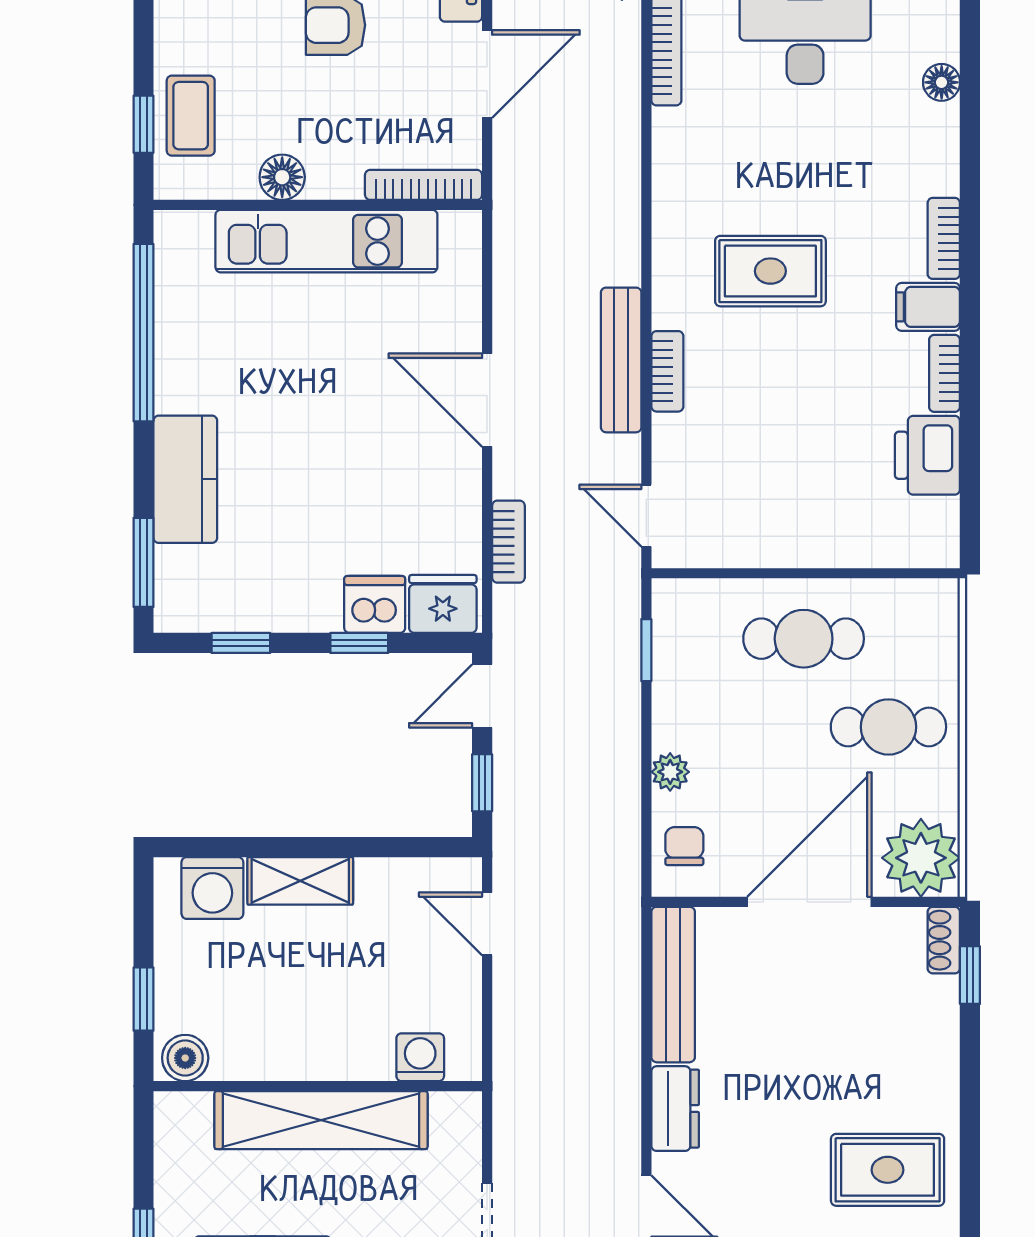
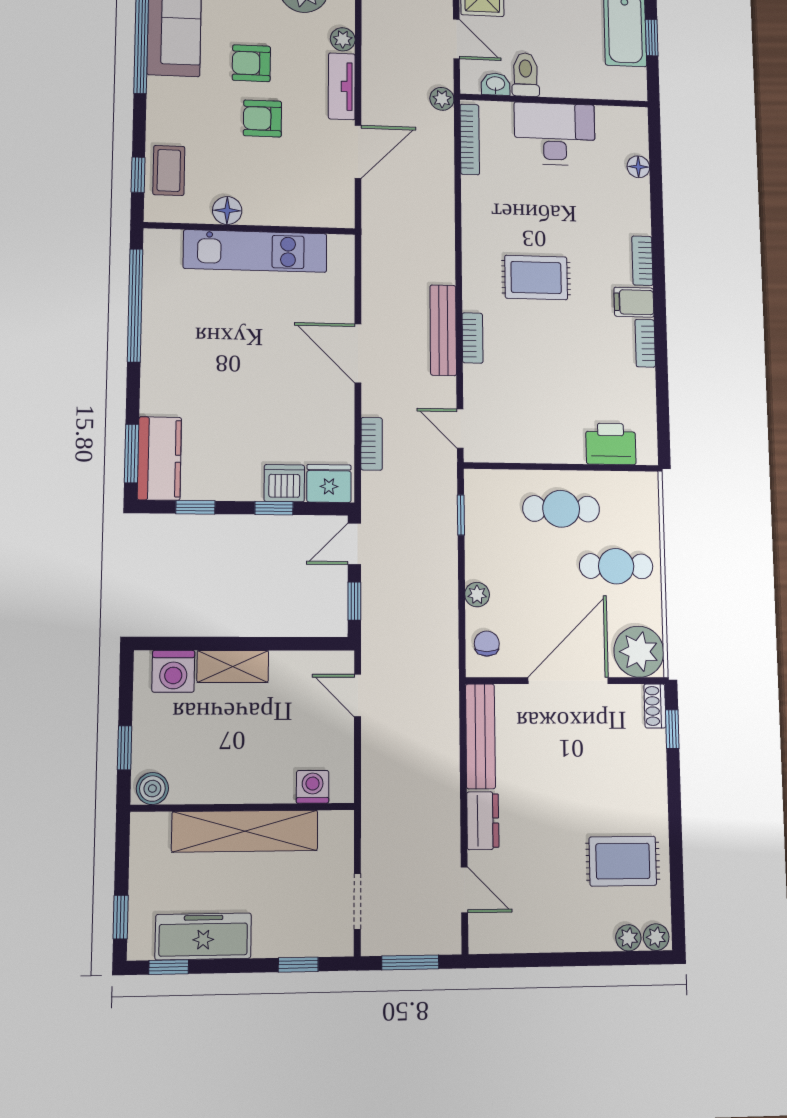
bookcase: (424, 185) -> (318, 218), removed
printer: (927, 455) -> (611, 444), moved, turned 90
kitchen counter: (185, 479) -> (159, 458), moved

